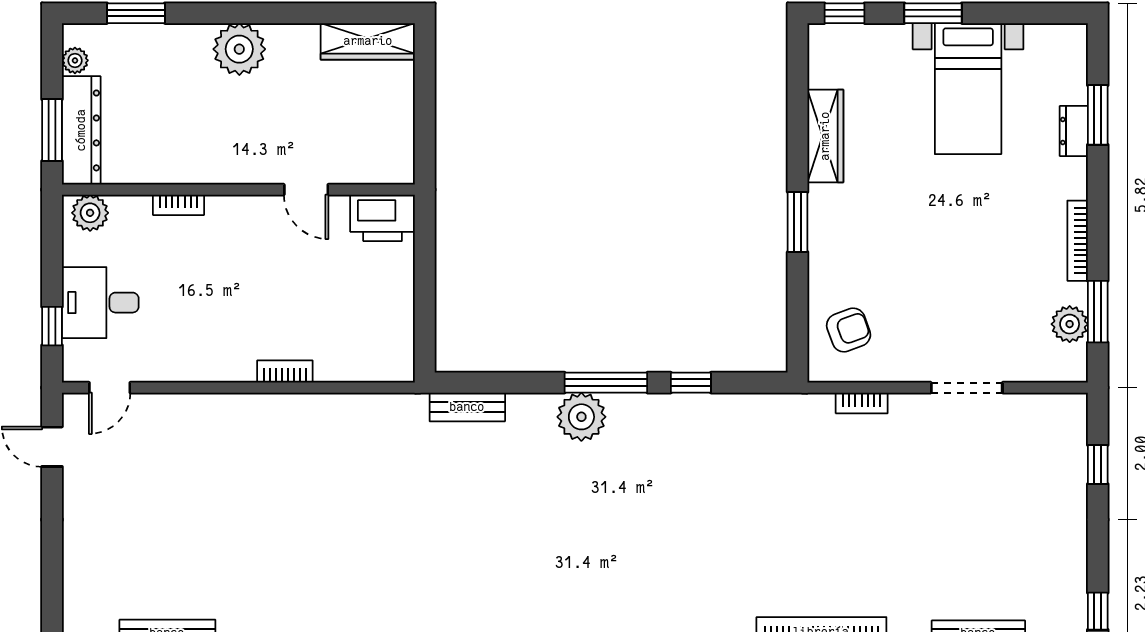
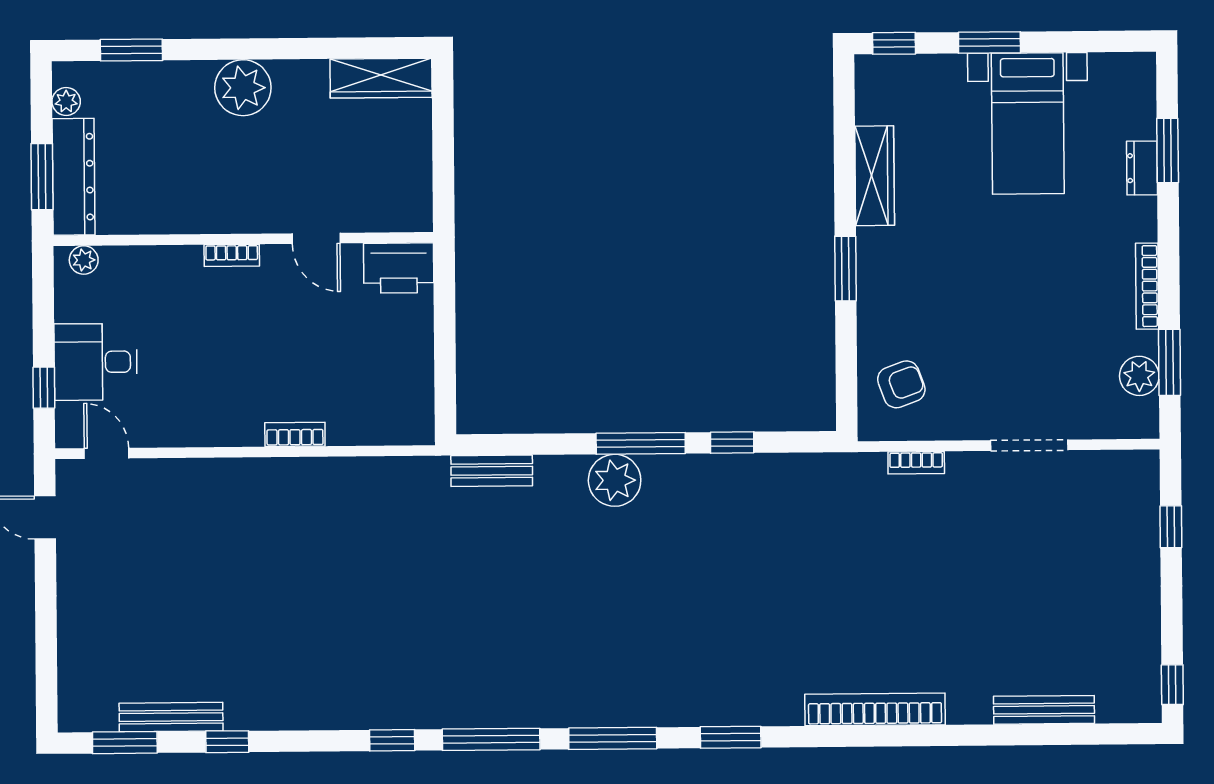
bookcase: (178, 205) -> (232, 255), moved
plant: (90, 213) -> (84, 260), width x0.73, depth x0.73
door: (110, 388) -> (106, 453), swing flipped

